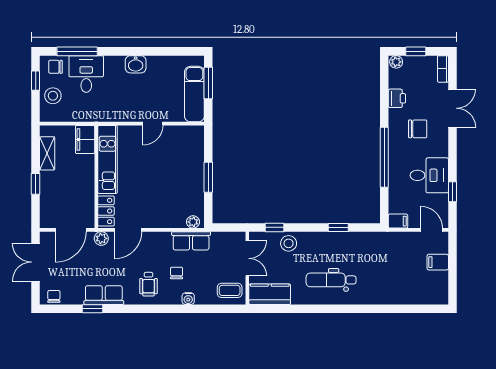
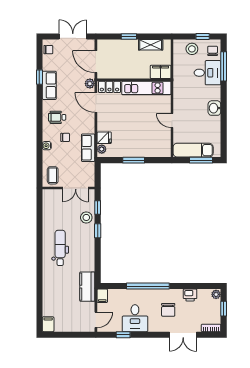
fridge: (177, 218) -> (104, 138), added
window: (338, 227) -> (98, 231), moved
filing cabinet: (438, 262) -> (48, 324), moved
kitchen counter: (270, 294) -> (87, 287), moved, turned 180

